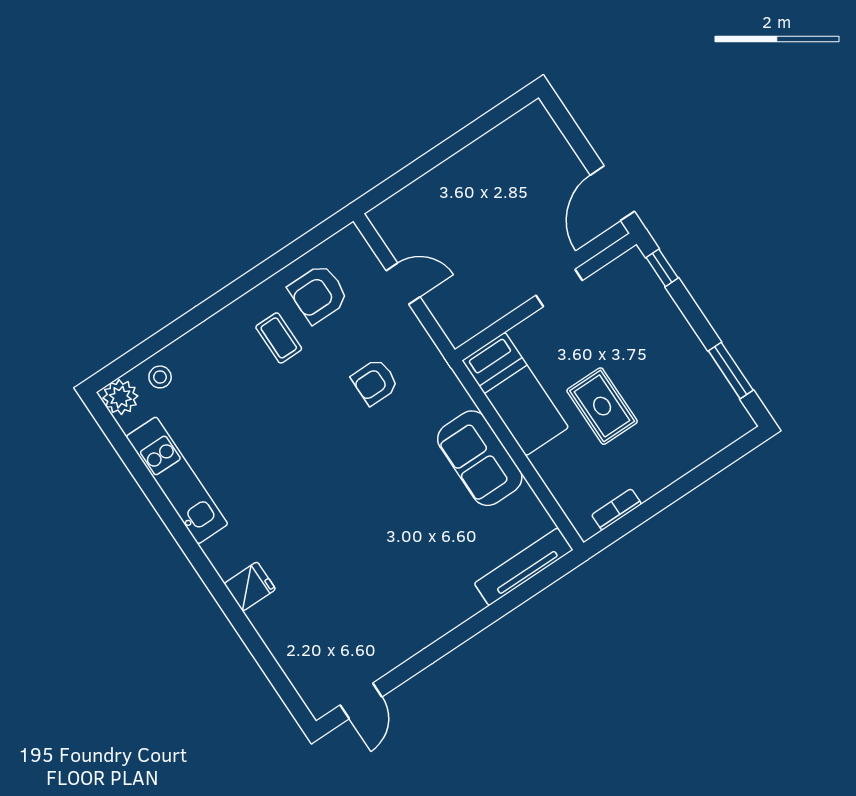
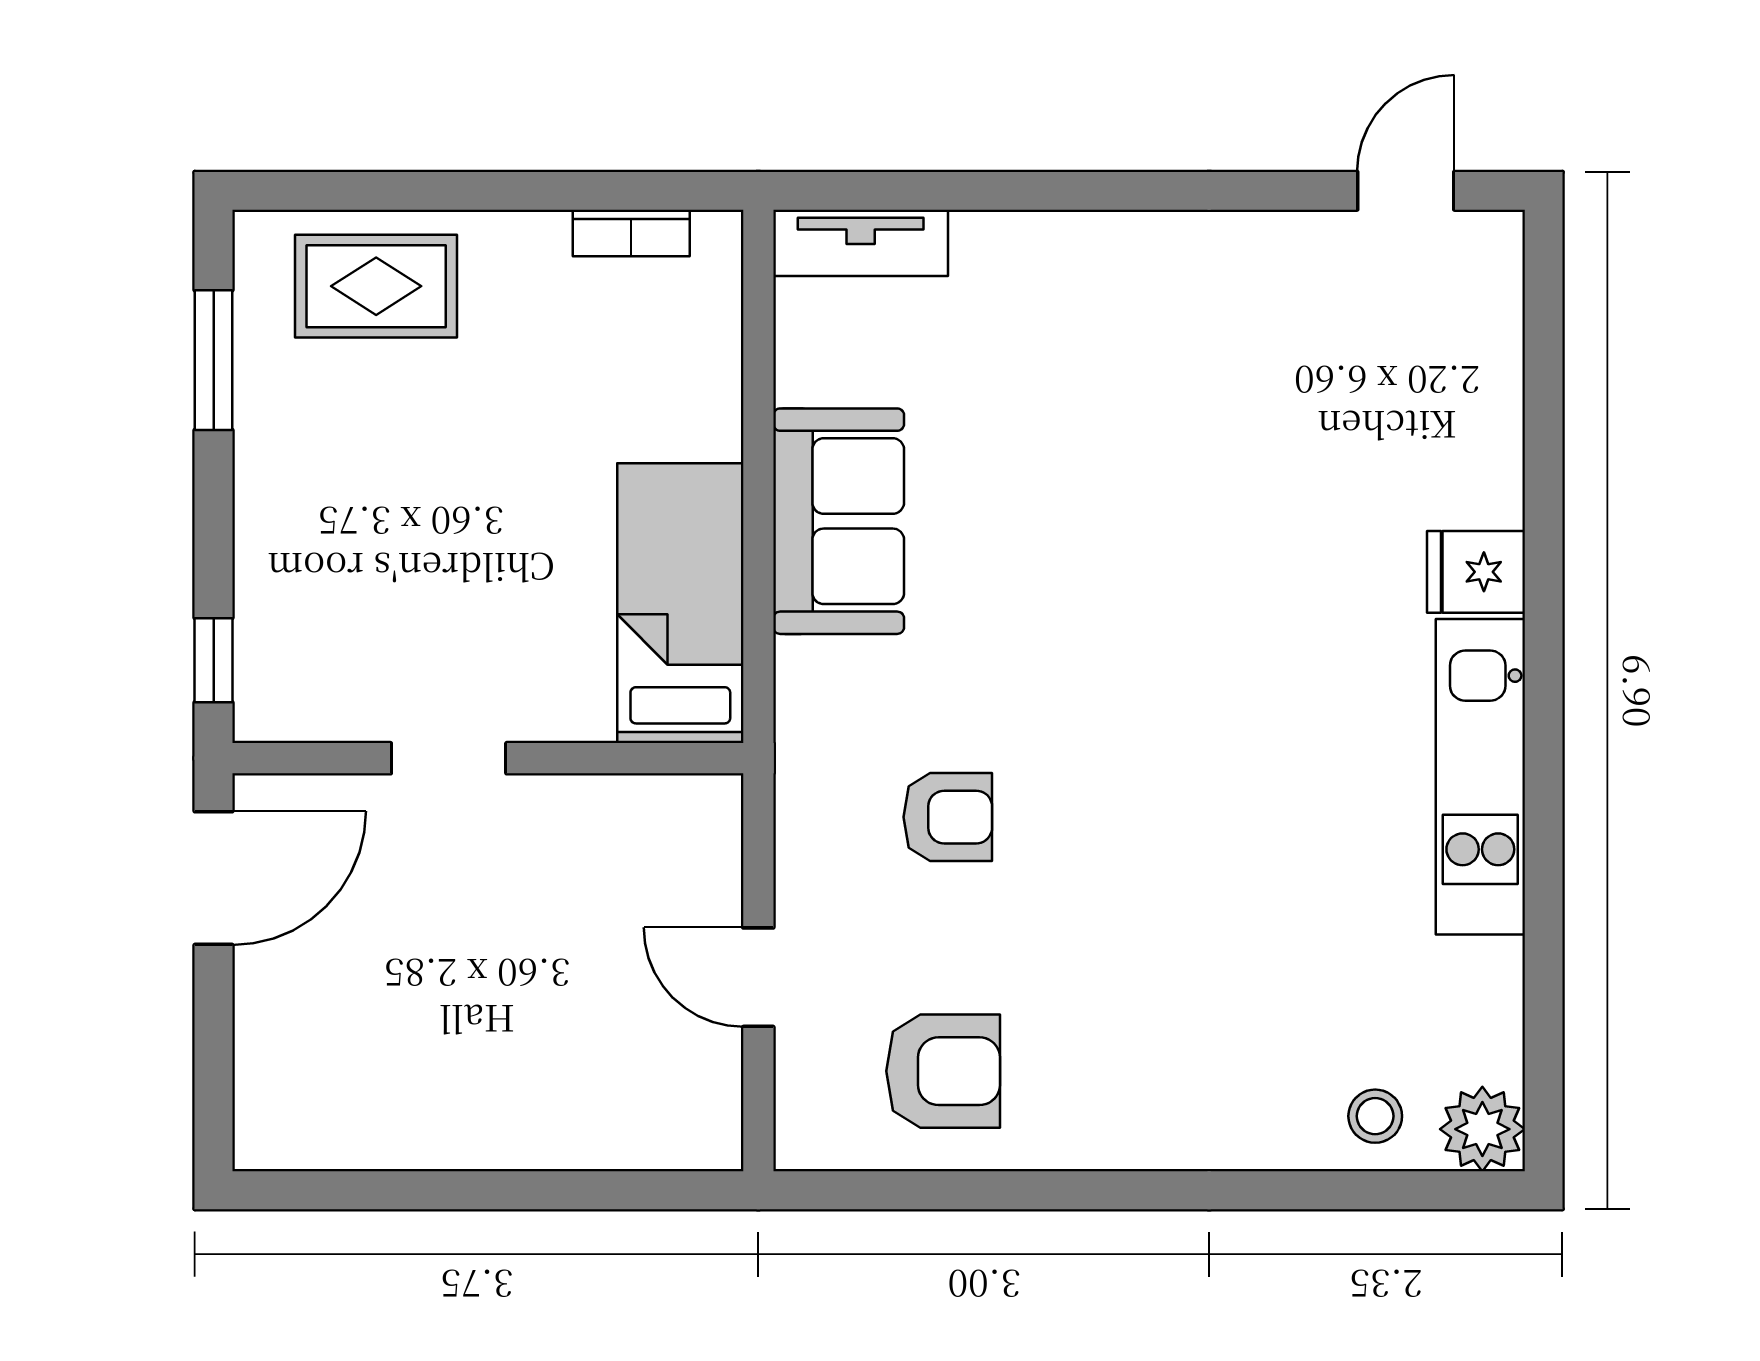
coffee table: (279, 338) -> (1083, 1035), removed
rug: (602, 406) -> (376, 286), moved, turned 90
kitchen unit: (177, 480) -> (1480, 777), moved
tv unit: (524, 567) -> (861, 243), width x0.71

